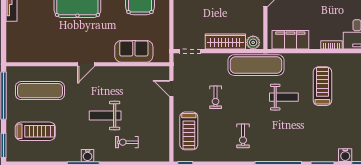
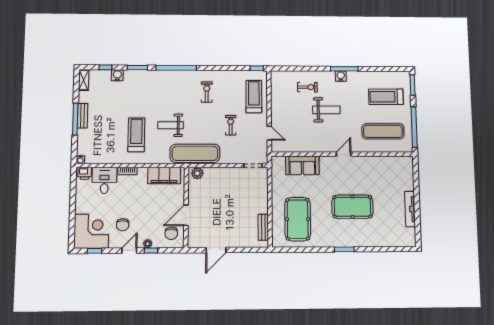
wardrobe: (225, 42) -> (222, 174), removed
treadmill: (322, 86) -> (136, 135), turned 180

